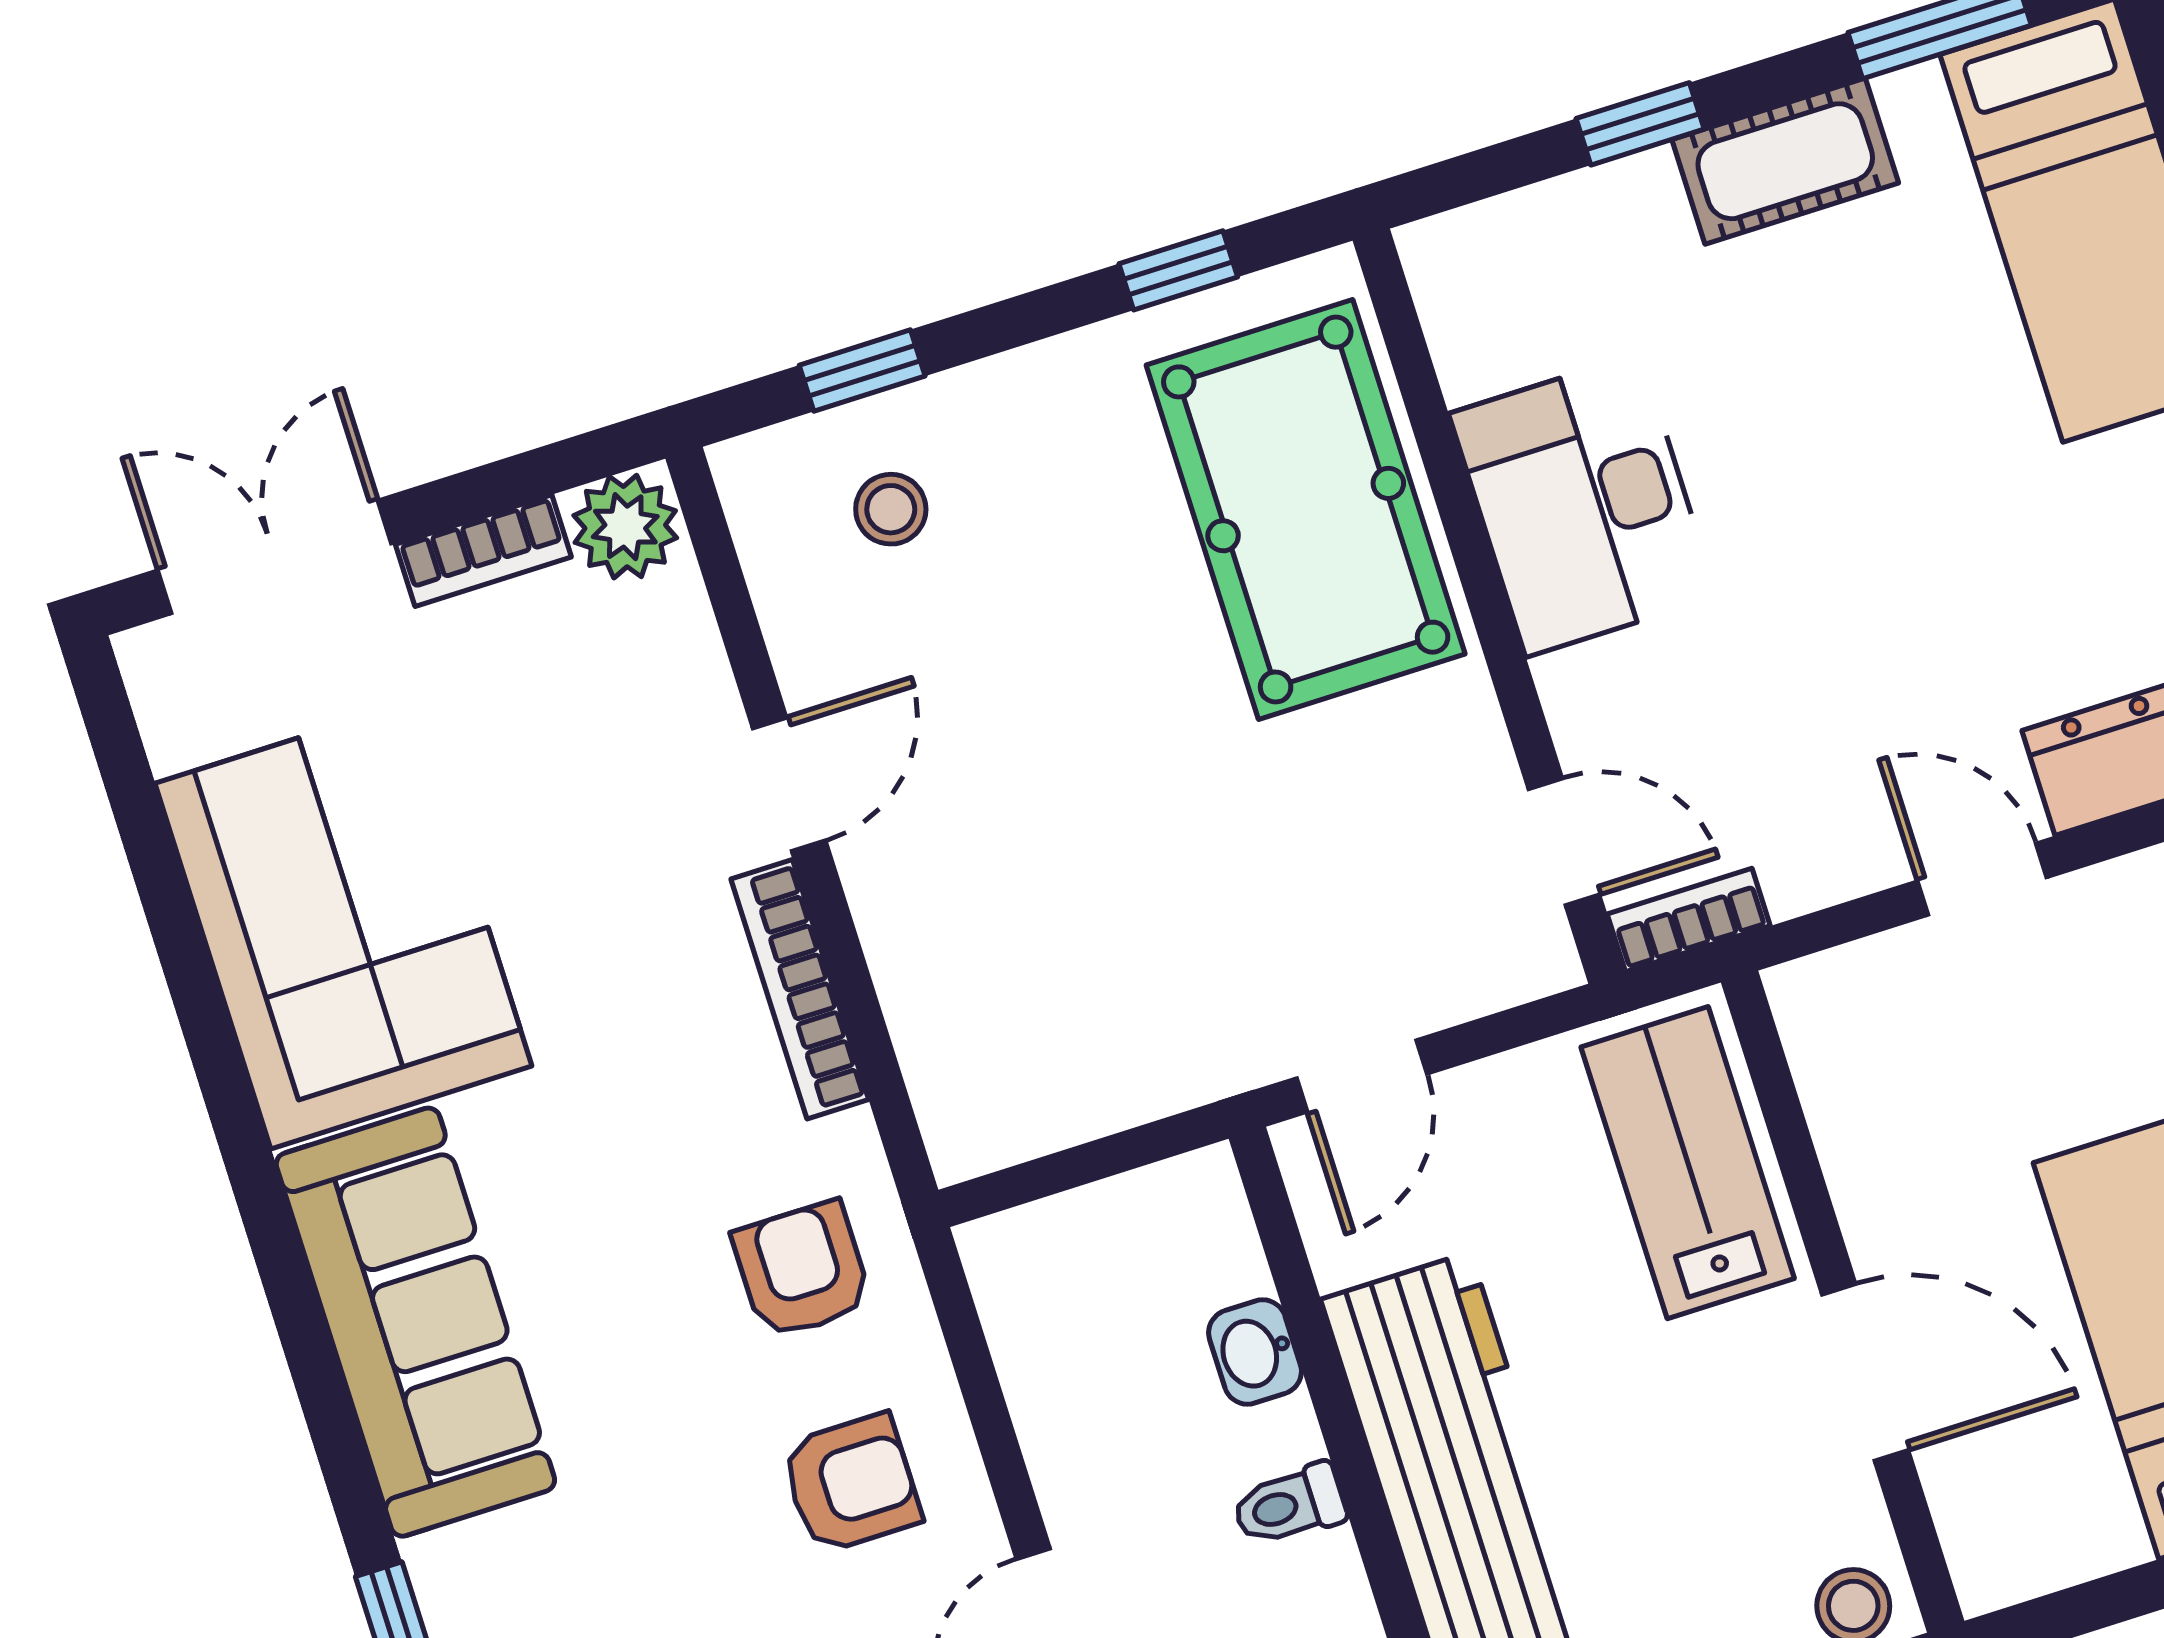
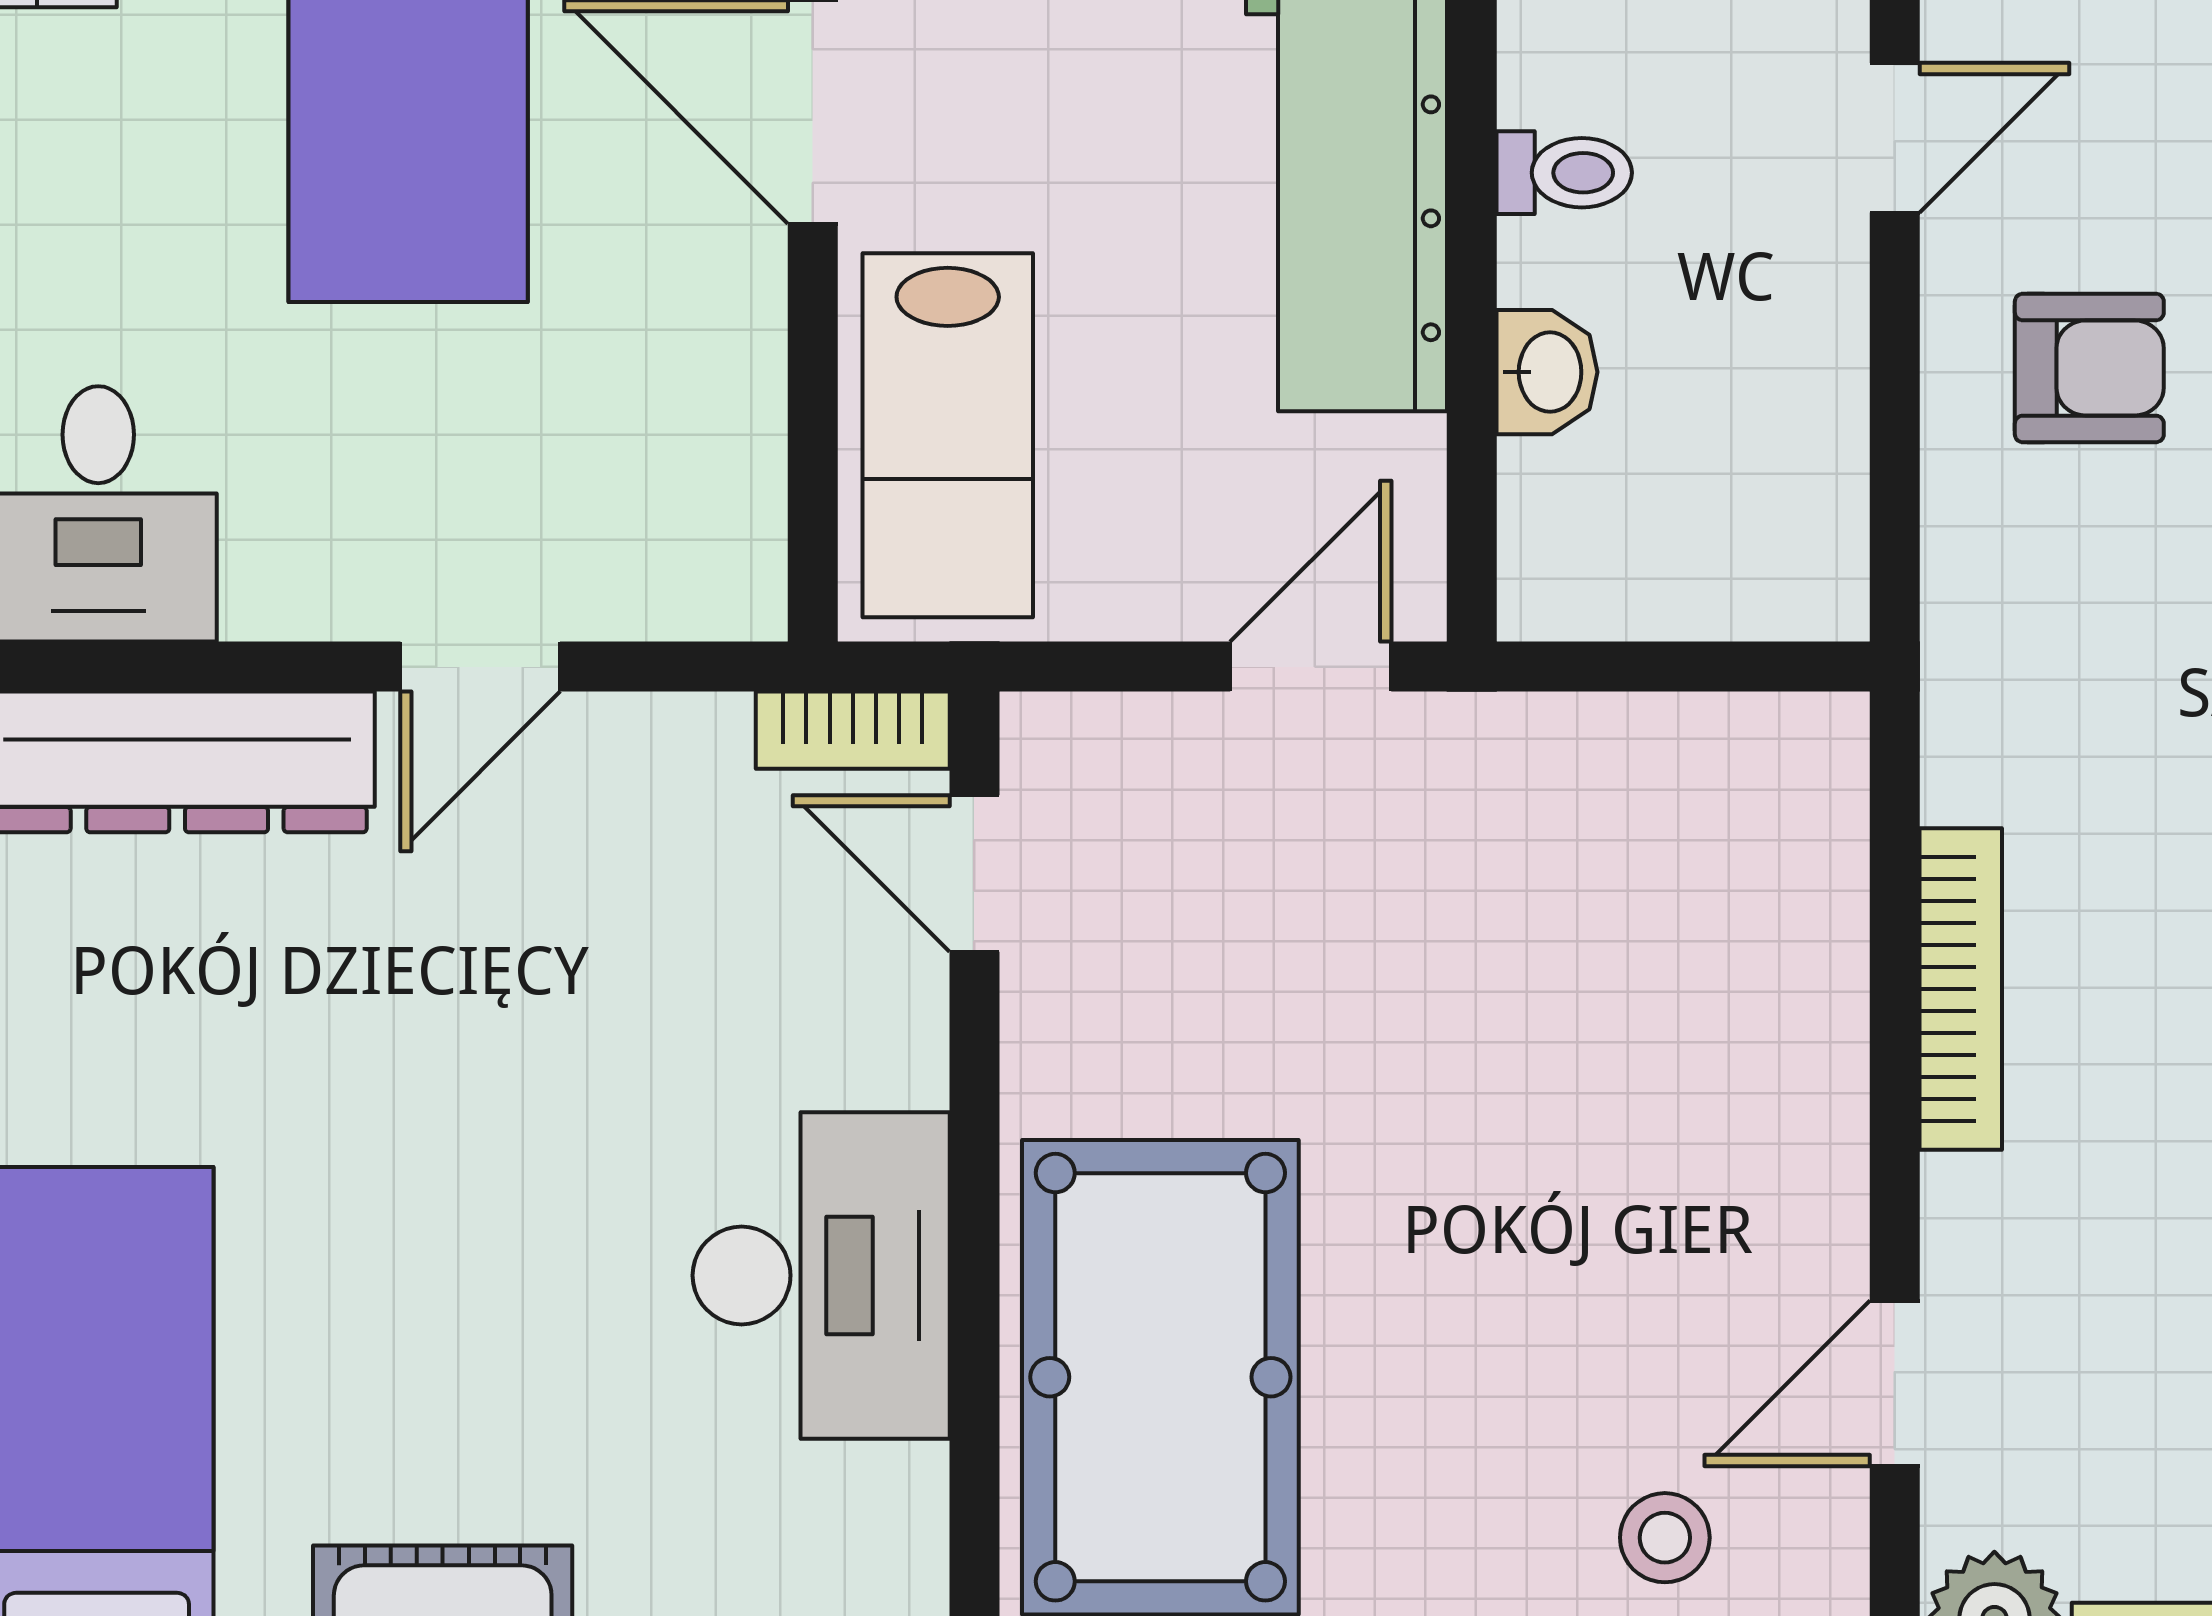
door: (789, 784) -> (1895, 1383), moved
door: (1982, 879) -> (480, 667), hinge flipped
armchair: (802, 1270) -> (2066, 647), removed
armchair: (851, 1484) -> (2089, 368), turned 180

